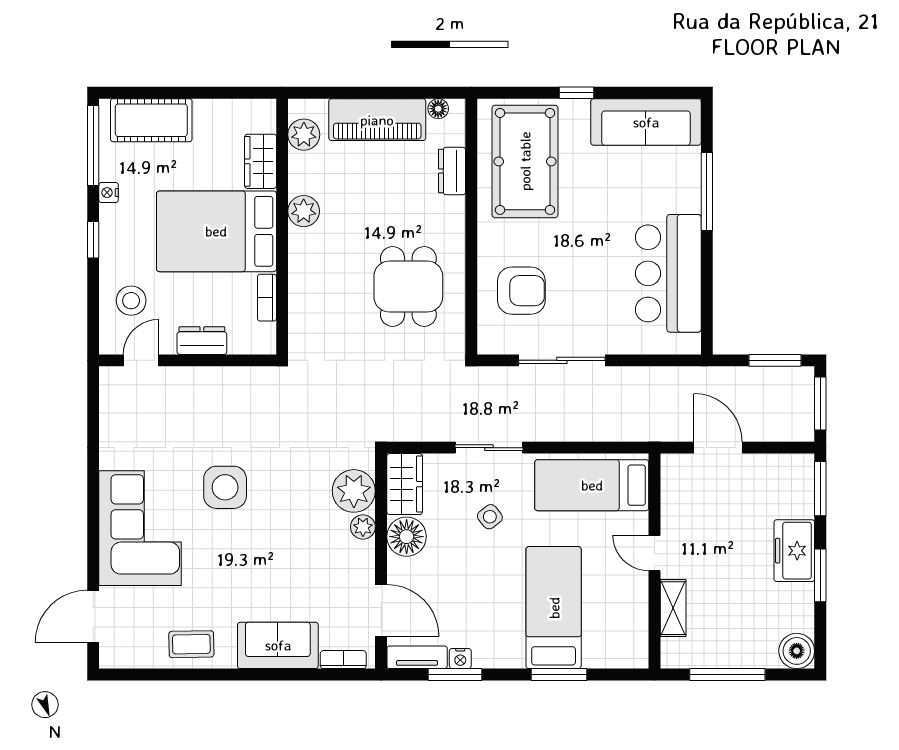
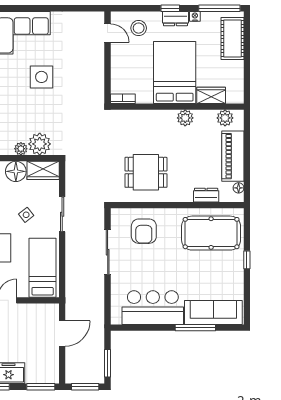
sofa: (646, 122) -> (213, 313), moved, turned 90
bookcase: (267, 298) -> (123, 99), moved
dresser: (202, 341) -> (175, 19), moved, turned 90

